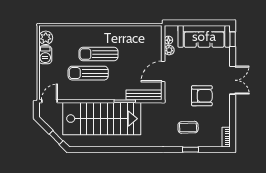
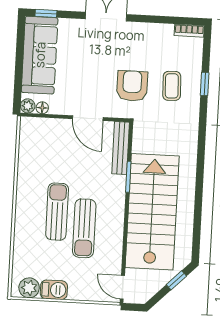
plant: (169, 50) -> (28, 106), moved
sun lounger: (98, 54) -> (57, 212), turned 180
armchair: (202, 96) -> (132, 86), moved

